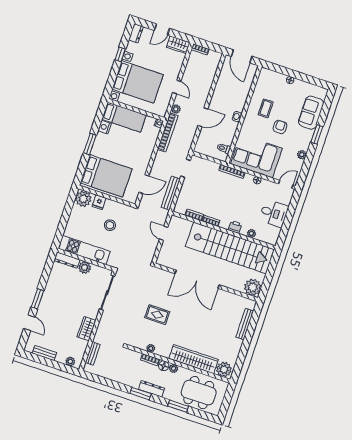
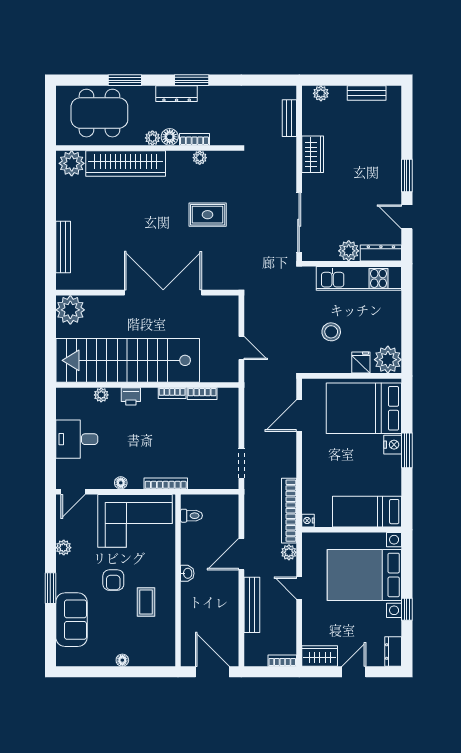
nightstand: (105, 127) -> (393, 445), moved
bench: (171, 193) -> (252, 605), moved
door: (29, 323) -> (407, 217), moved

